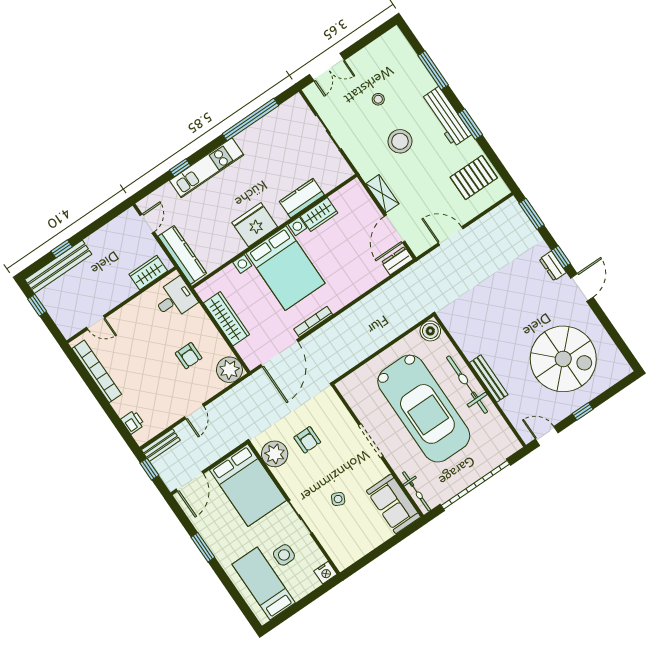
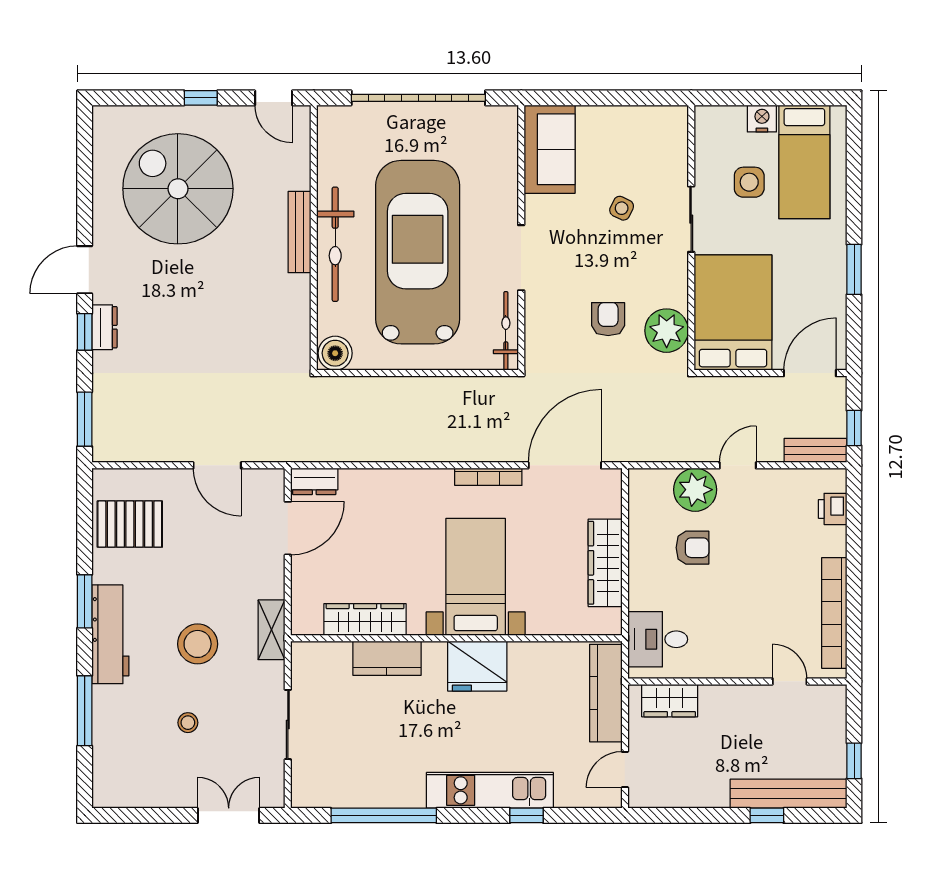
shelving: (382, 194) -> (271, 630), moved
wardrobe: (319, 214) -> (365, 619), width x1.50
bed with nightstands: (286, 268) -> (476, 577), width x0.73
armchair: (189, 356) -> (693, 548), turned 90
plant: (229, 370) -> (695, 490), moved
bicycle: (417, 491) -> (506, 331), moved
nightstand: (325, 573) -> (762, 118), moved

